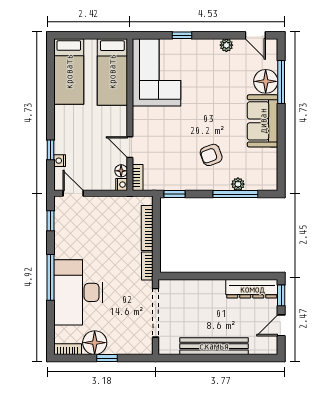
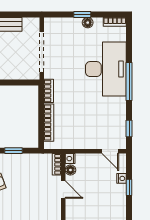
window: (174, 194) -> (13, 151), moved
floor lamp: (95, 343) -> (88, 23), width x0.53, depth x0.53

